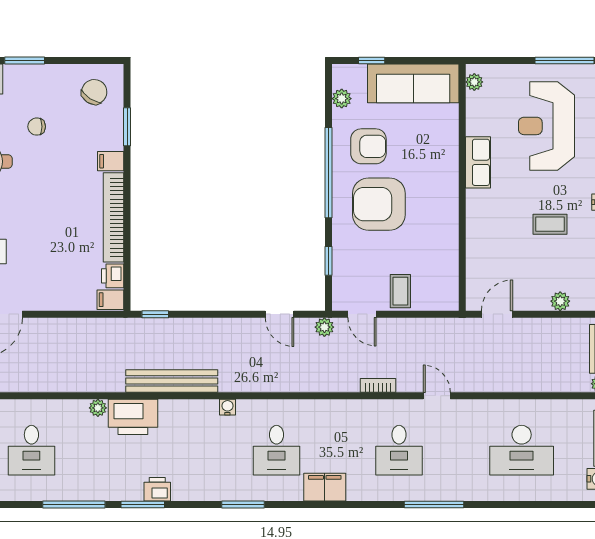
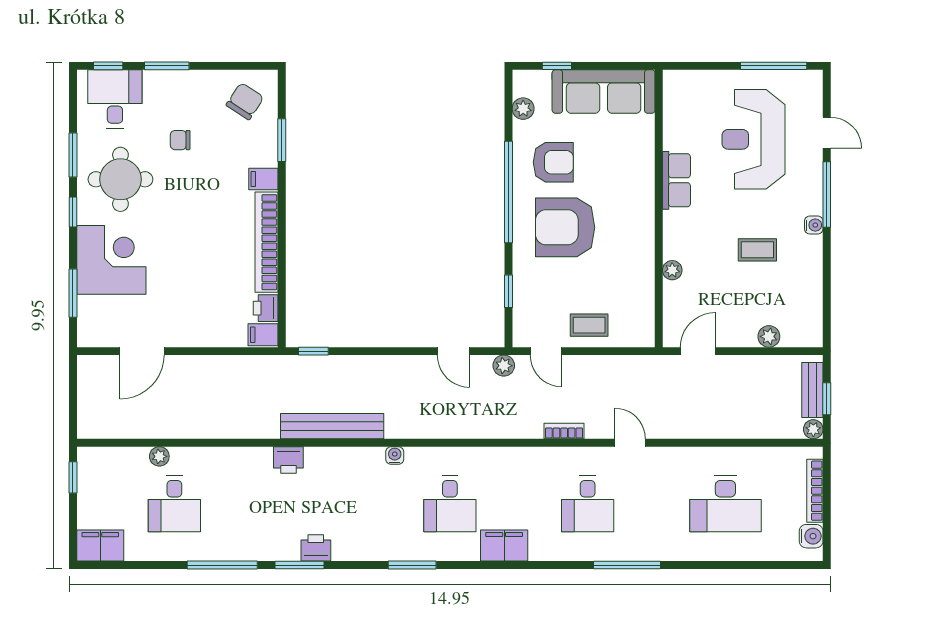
plant: (474, 82) -> (672, 270), moved
coffee table: (400, 291) -> (589, 325), turned 90
plant: (98, 408) -> (159, 456), moved
printer: (133, 417) -> (288, 460), width x0.53, depth x0.68

